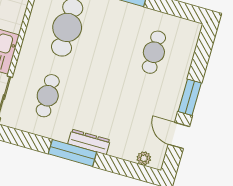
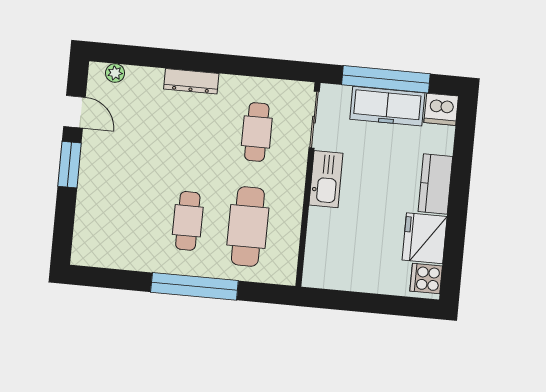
cafe table: (154, 52) -> (188, 221), moved
window: (72, 153) -> (210, 63), removed

